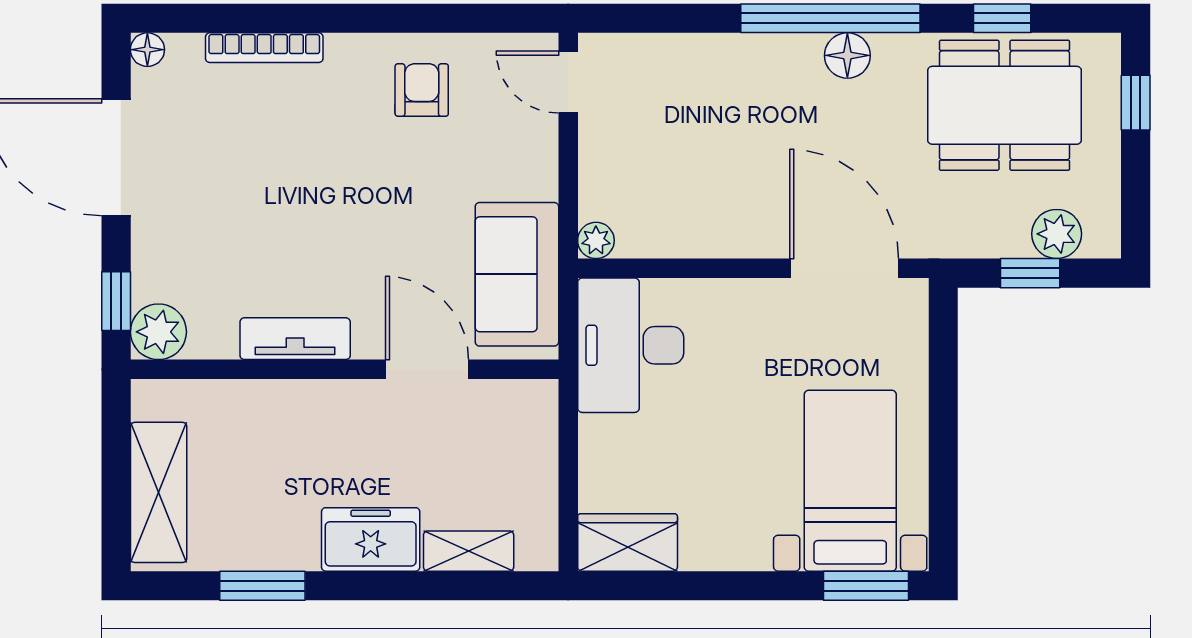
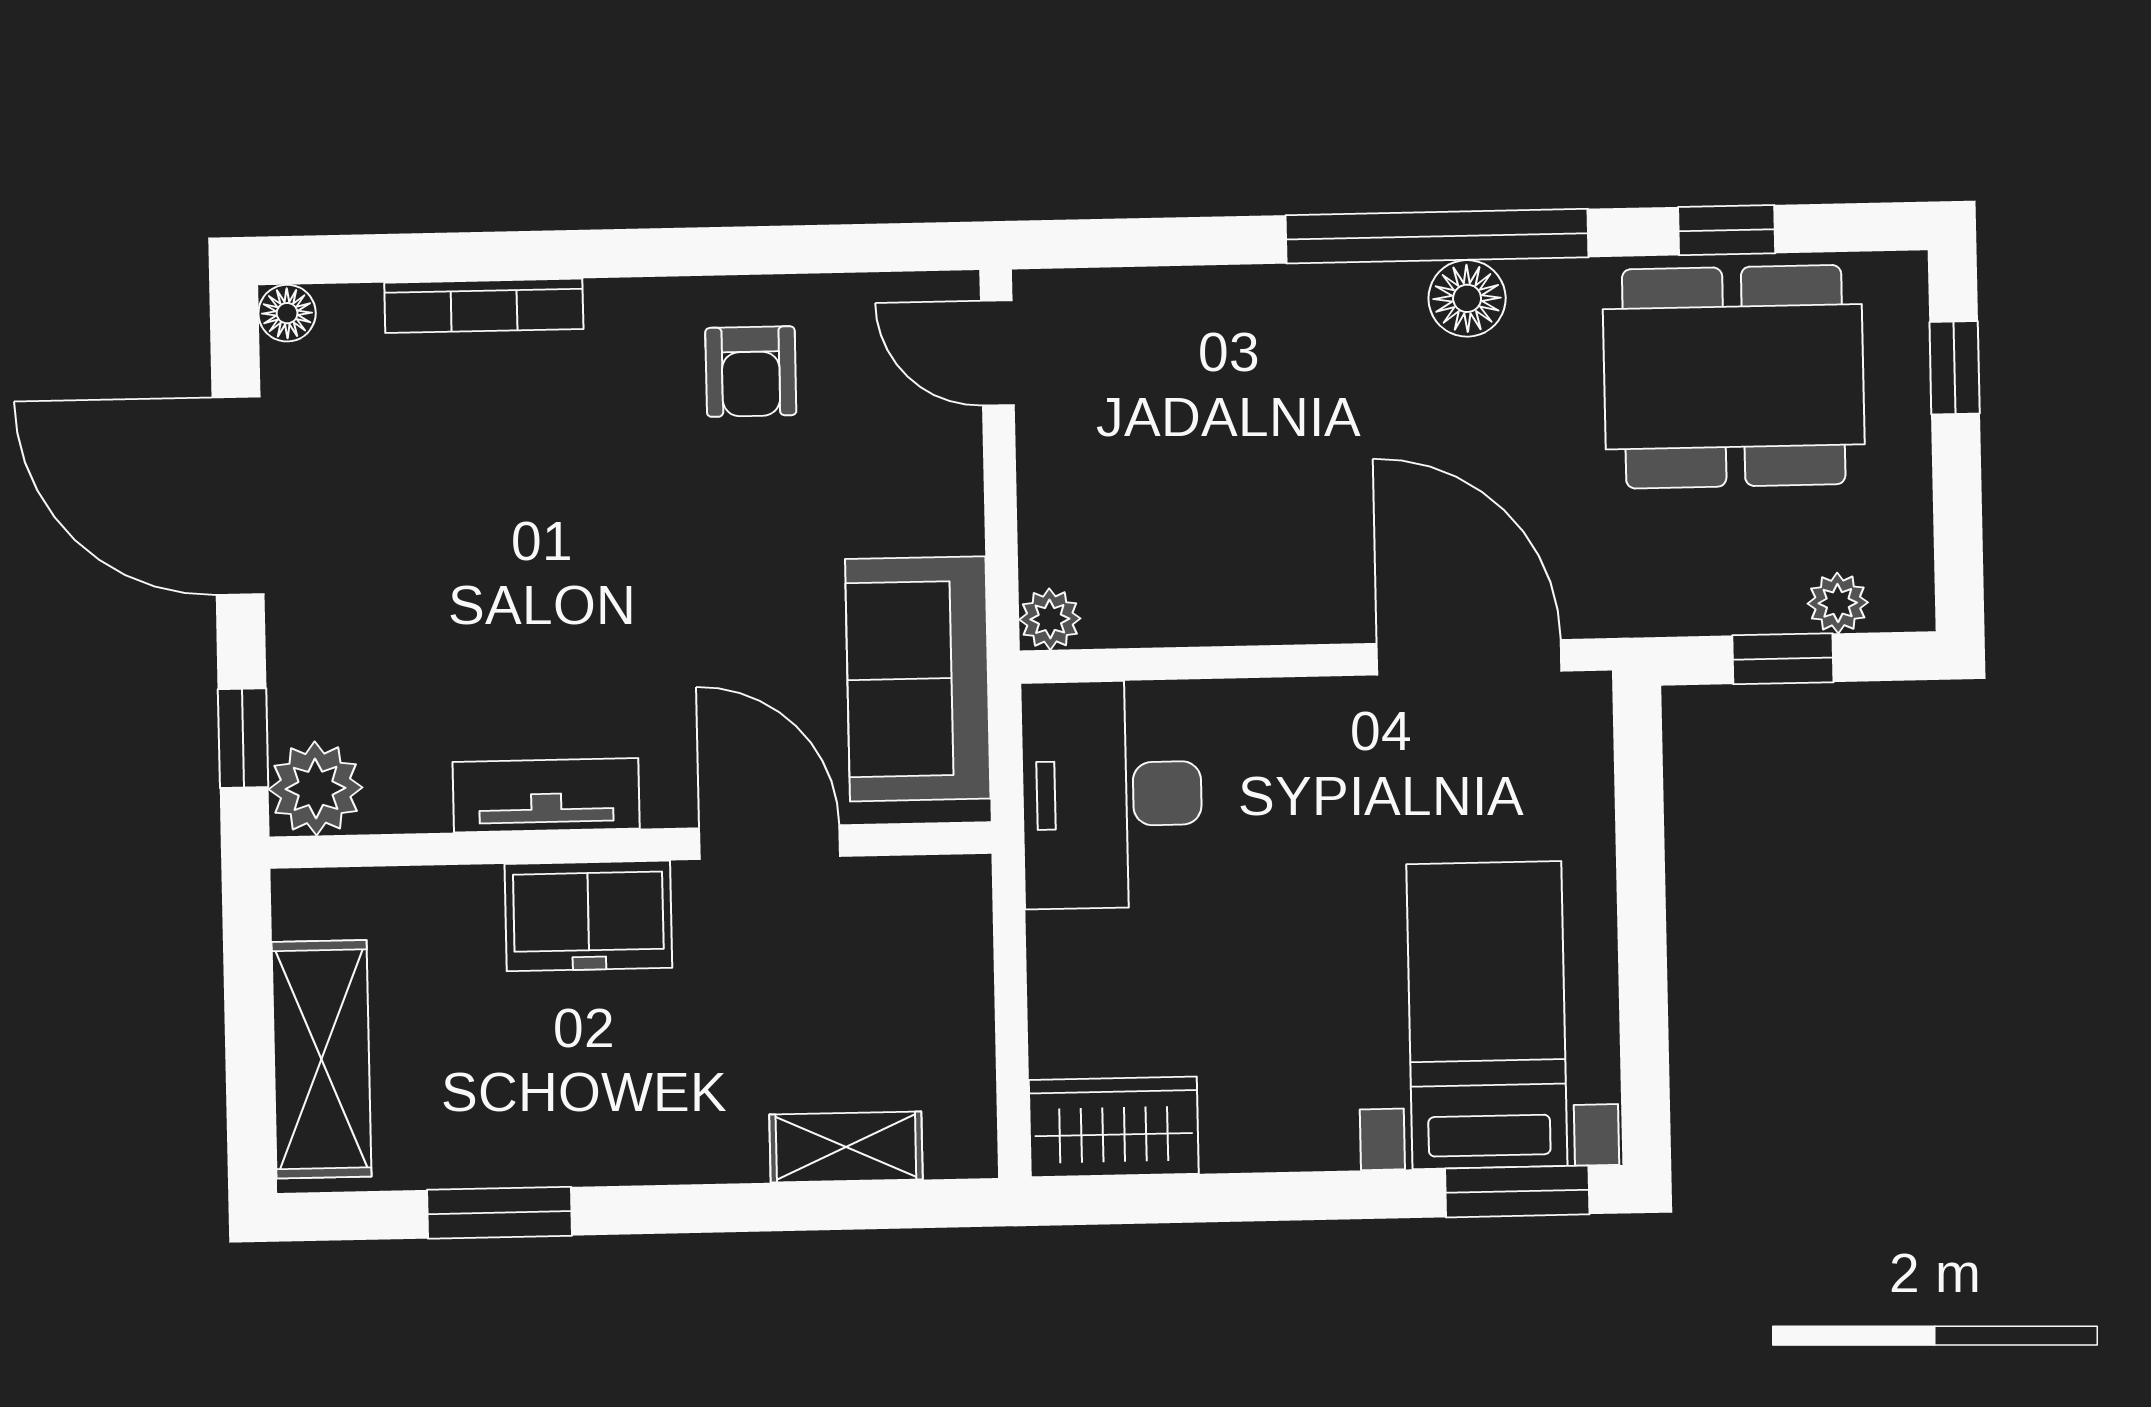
armchair: (422, 90) -> (751, 372), turned 180
plant: (1057, 234) -> (1838, 603), width x0.73, depth x0.73
freezer: (371, 539) -> (588, 916), moved, turned 180

